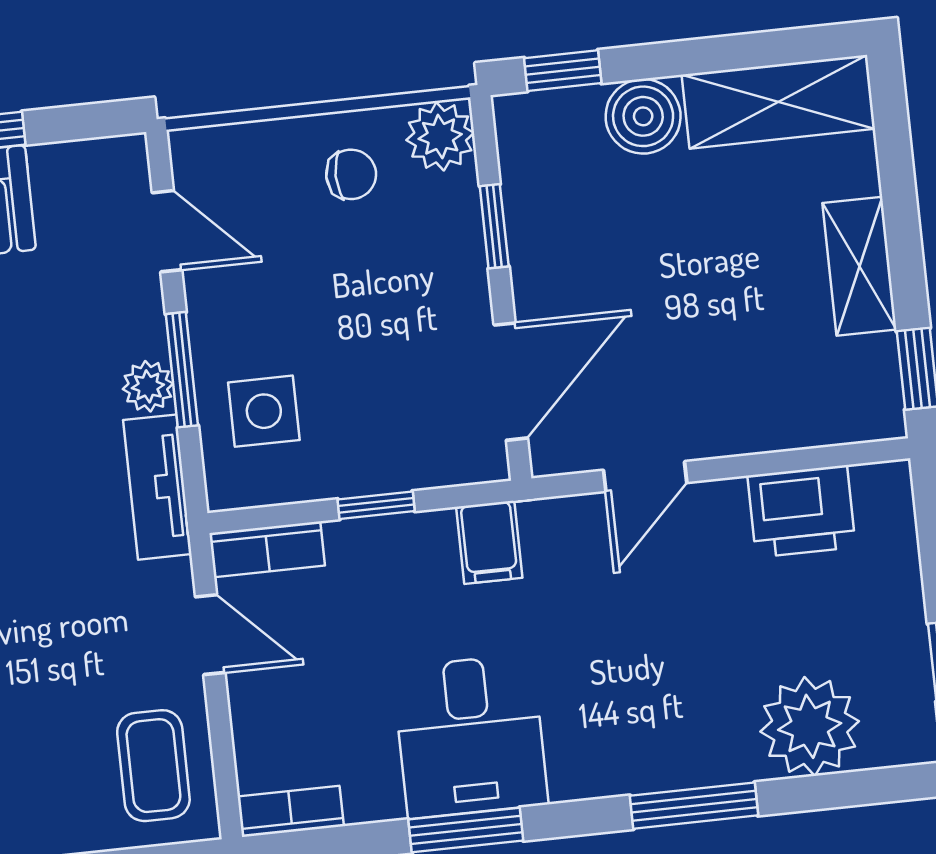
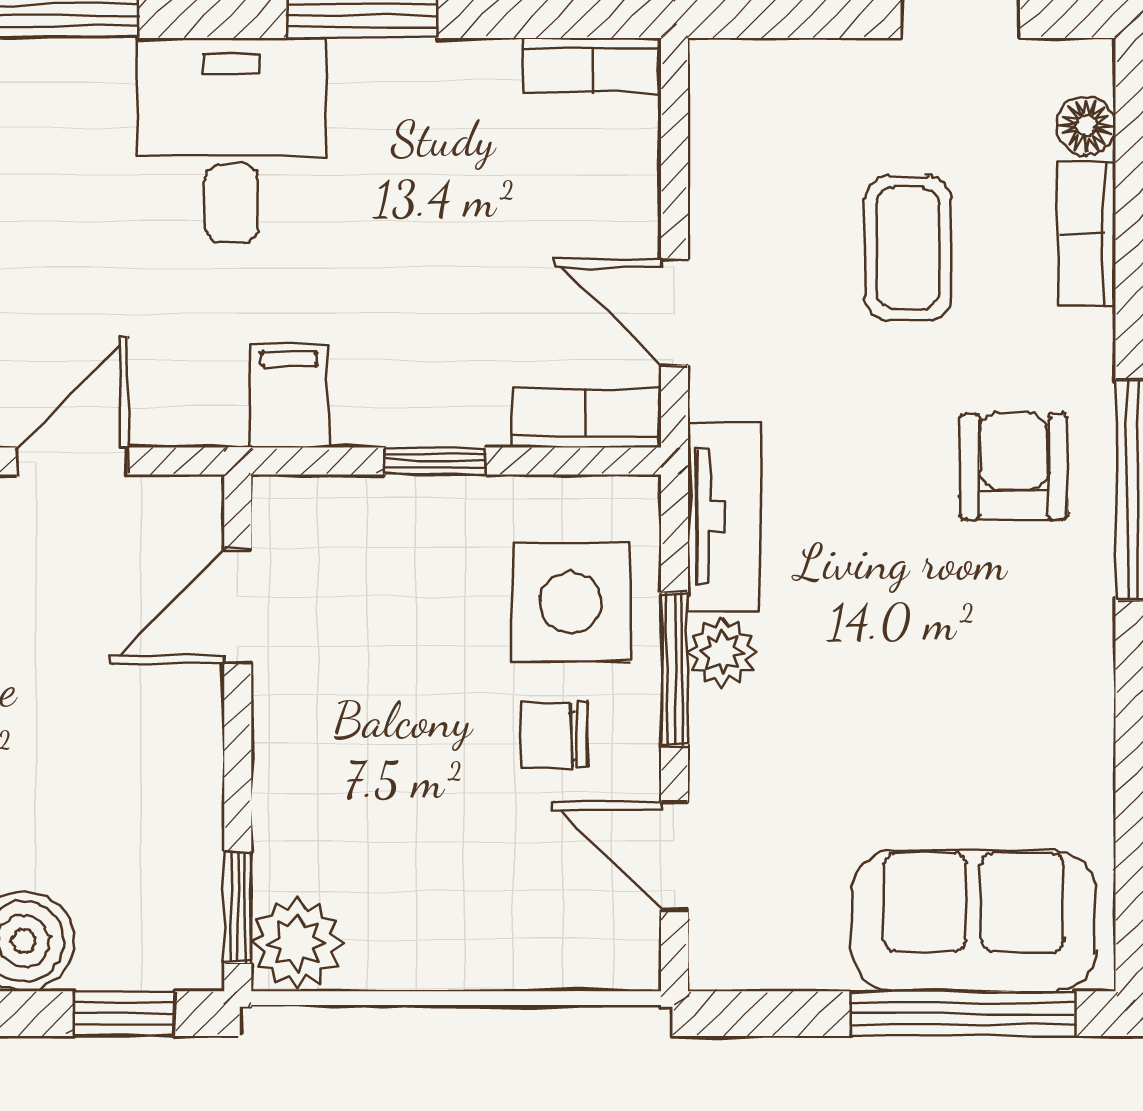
chair: (351, 174) -> (554, 735), moved
window: (494, 226) -> (238, 907), moved
door: (511, 382) -> (238, 607), width x0.73
side table: (264, 411) -> (571, 602), width x1.37, depth x1.37
desk: (470, 736) -> (232, 140), moved
coffee table: (153, 766) -> (908, 248), moved

